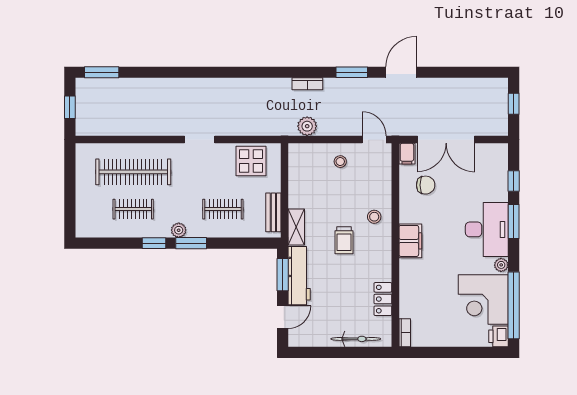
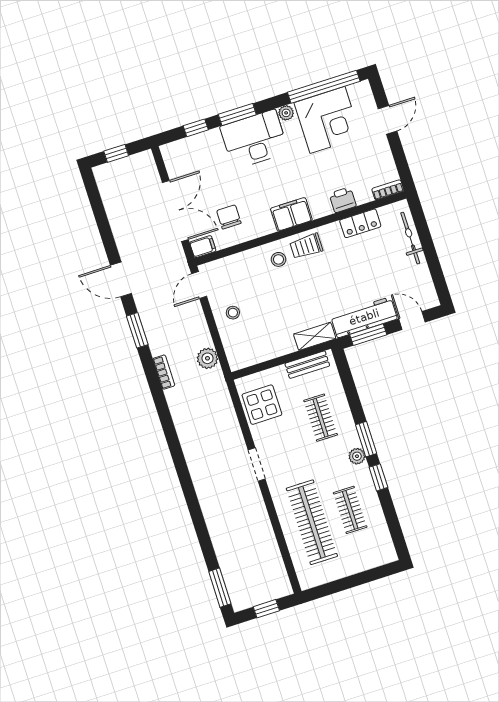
trolley: (344, 240) -> (306, 246), moved, turned 180
printer: (499, 336) -> (343, 200), moved, turned 180
door: (466, 352) -> (388, 120), added

